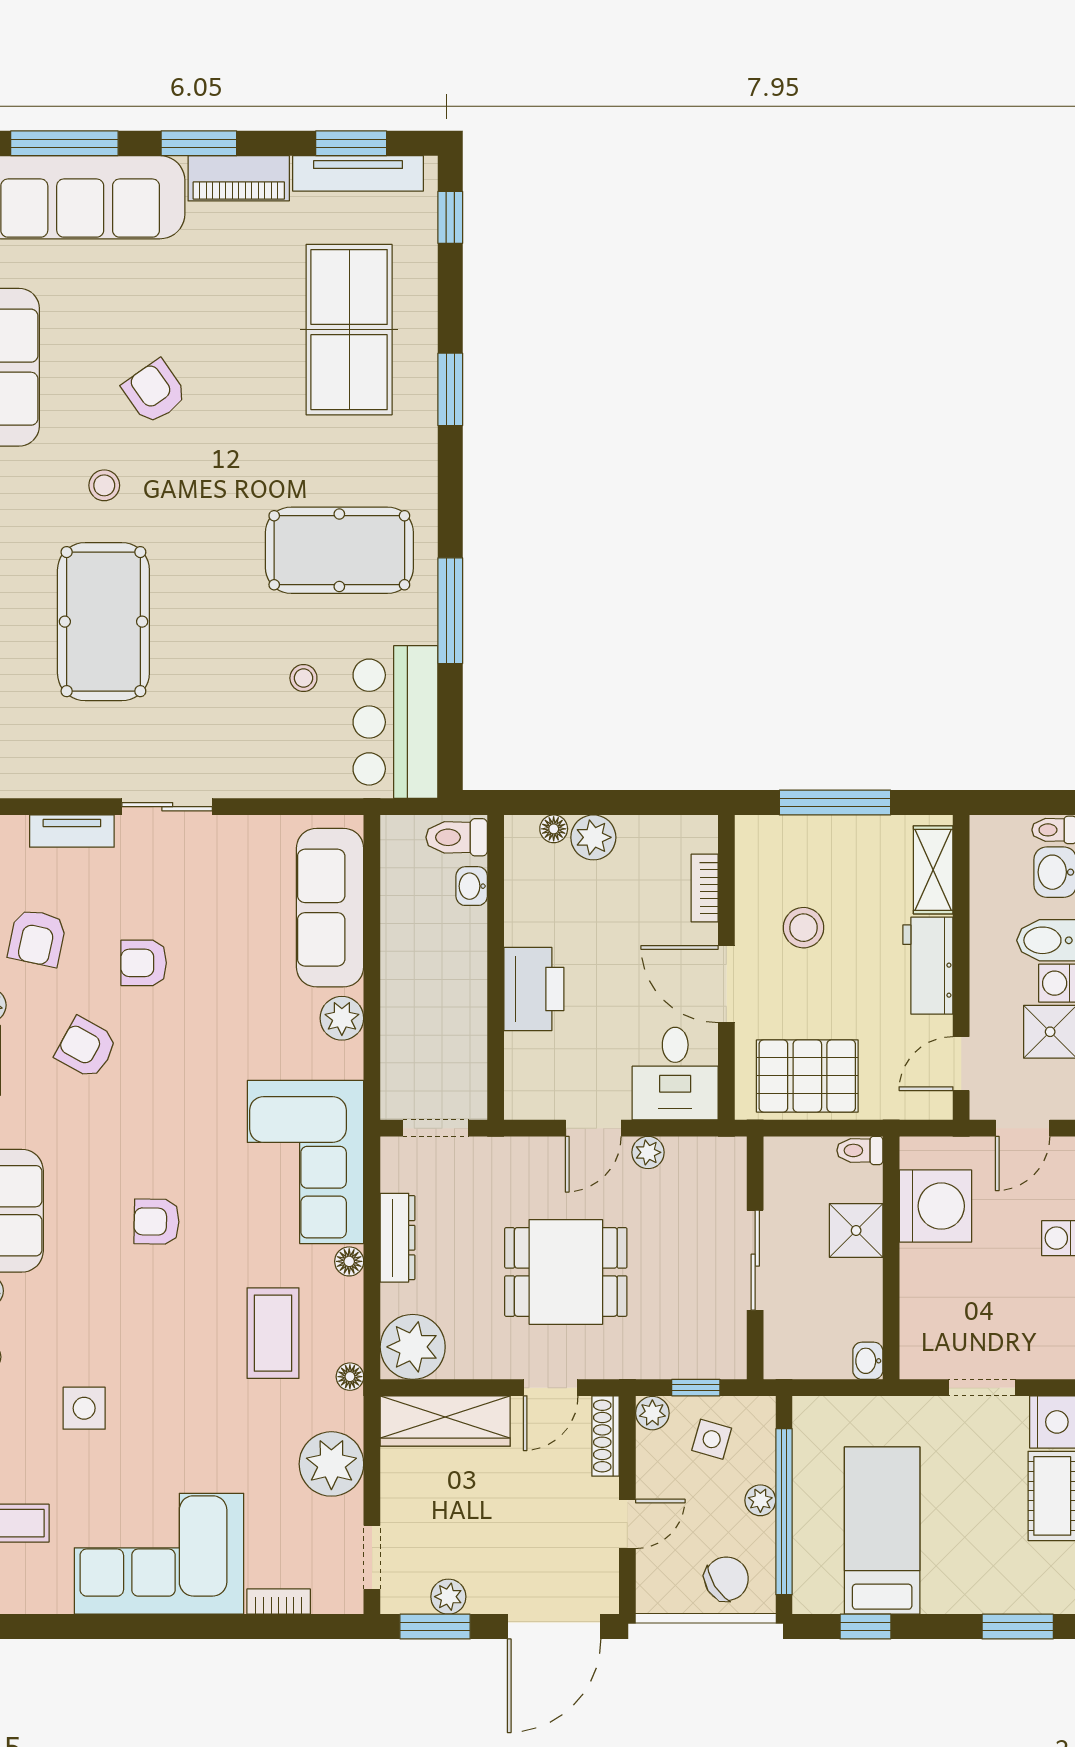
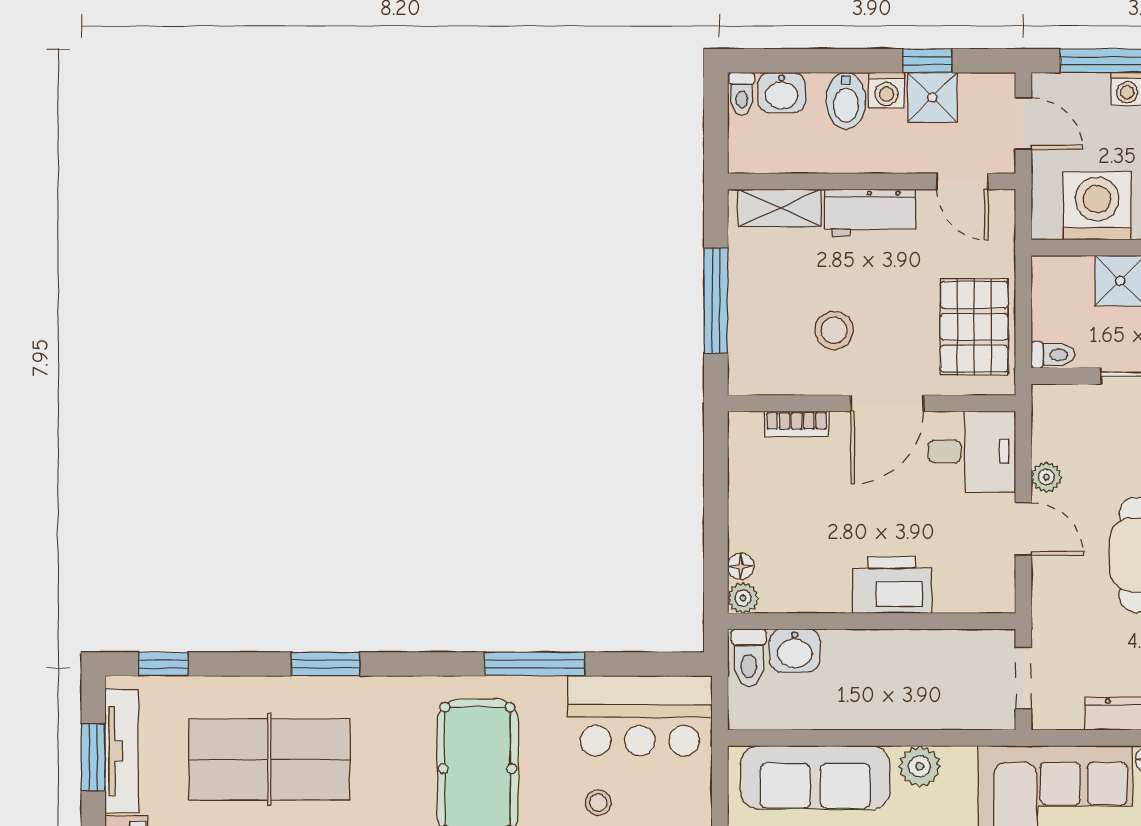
plant: (593, 837) -> (743, 598), moved, width x0.73, depth x0.73
washbasin: (472, 886) -> (795, 650), width x1.38, depth x1.45
toilet: (860, 1150) -> (1053, 355), moved, turned -90

